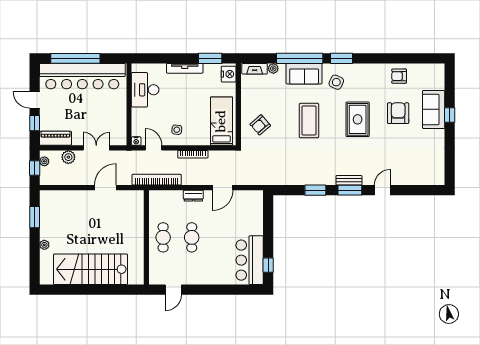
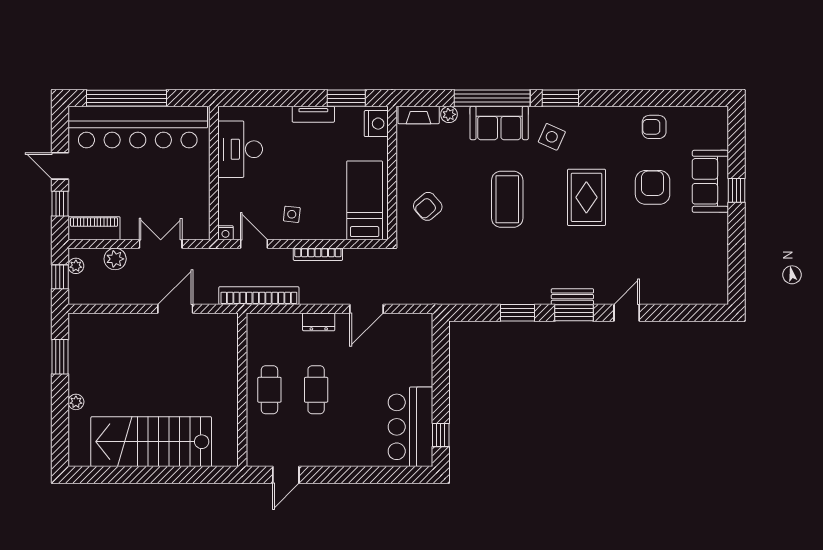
tv unit: (185, 68) -> (313, 114), width x0.71

